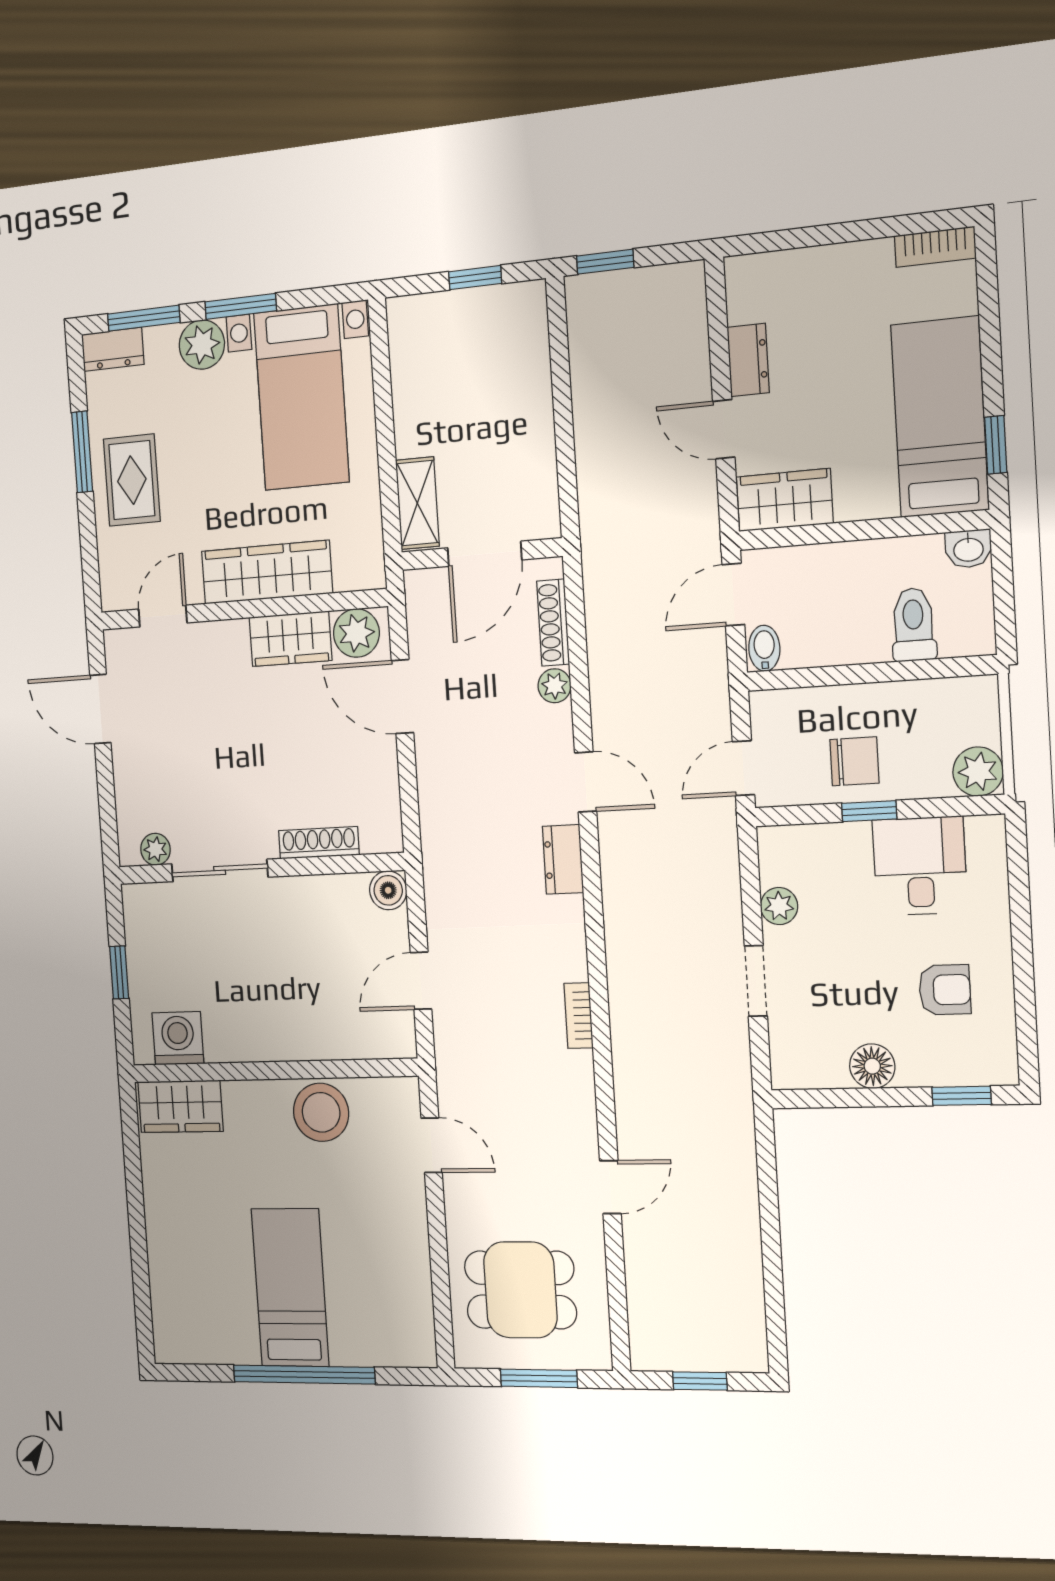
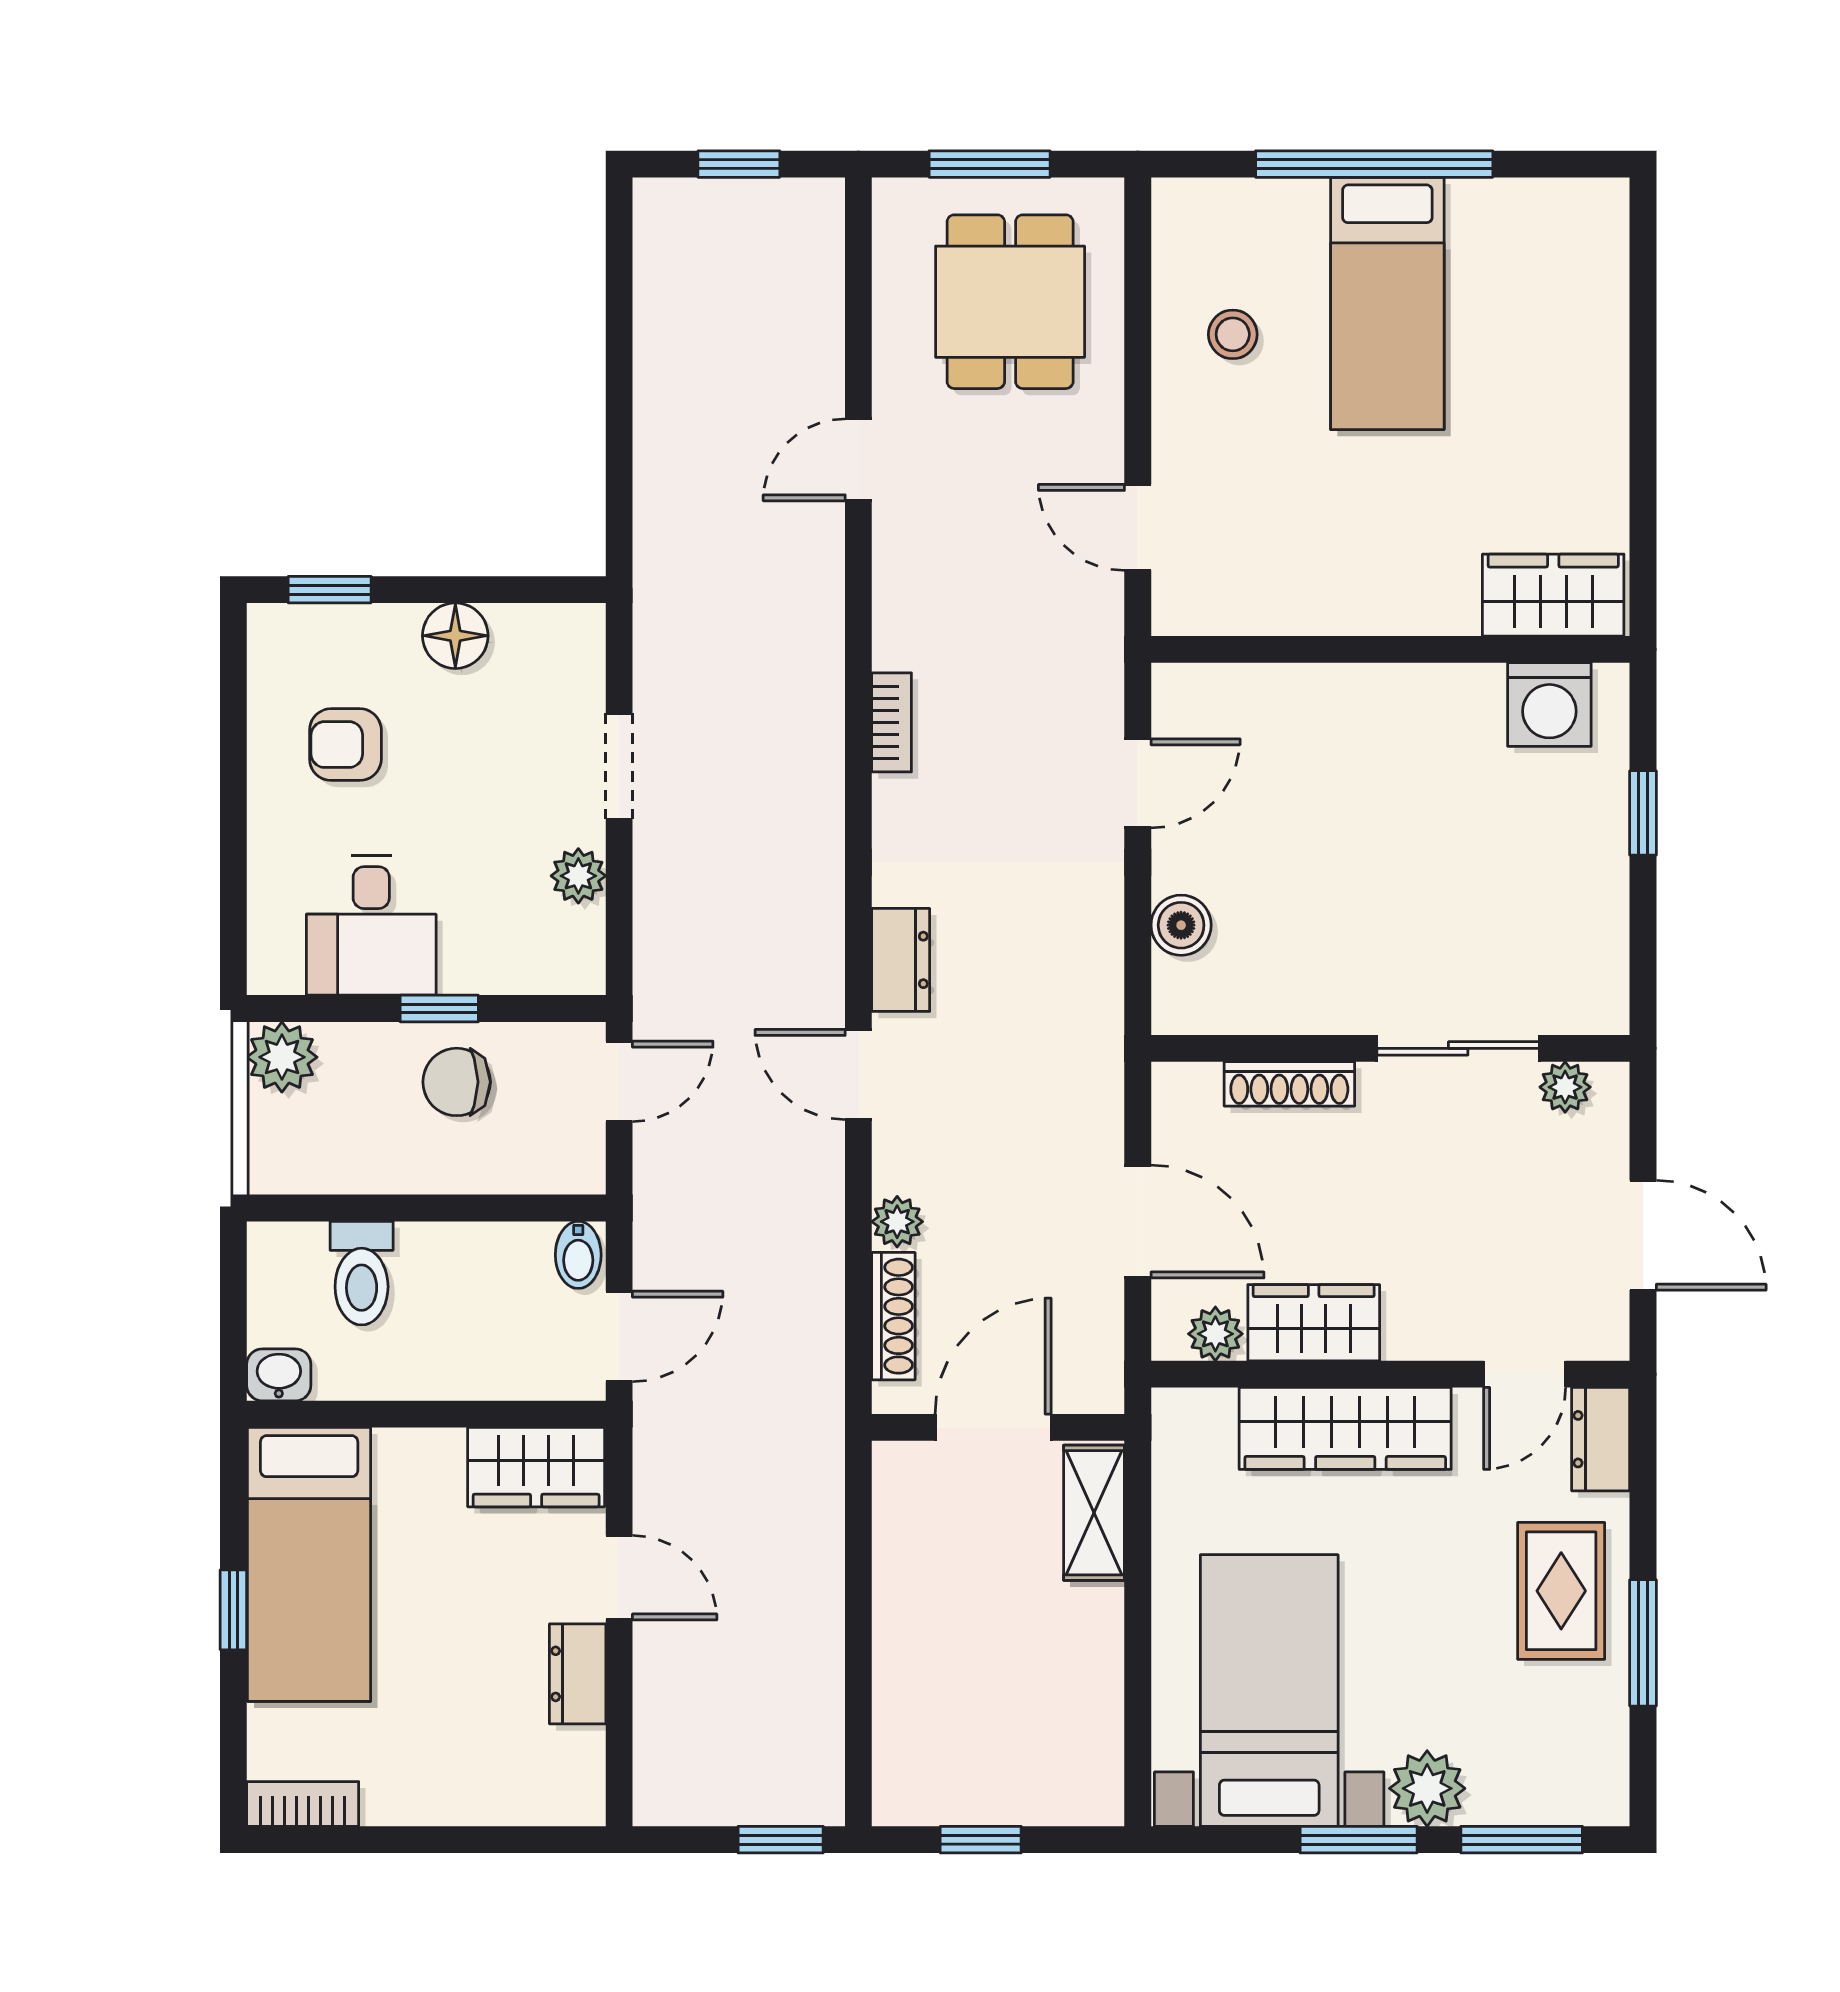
dresser: (113, 349) -> (1601, 1439), moved, turned -90
window: (996, 445) -> (233, 1610), moved
plant: (356, 633) -> (1215, 1334), width x0.73, depth x0.73
shoe rack: (319, 843) -> (1289, 1084), moved
plant: (155, 849) -> (1565, 1087), moved
wall: (260, 869) -> (1390, 1048), moved
sliding door: (220, 870) -> (1458, 1048), moved
stool: (321, 1112) -> (1233, 334), moved, width x0.53, depth x0.53
dining table: (520, 1290) -> (1010, 302), turned 90

